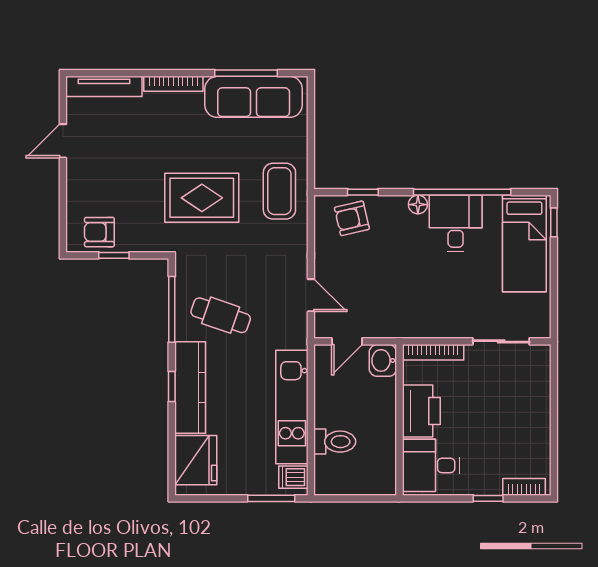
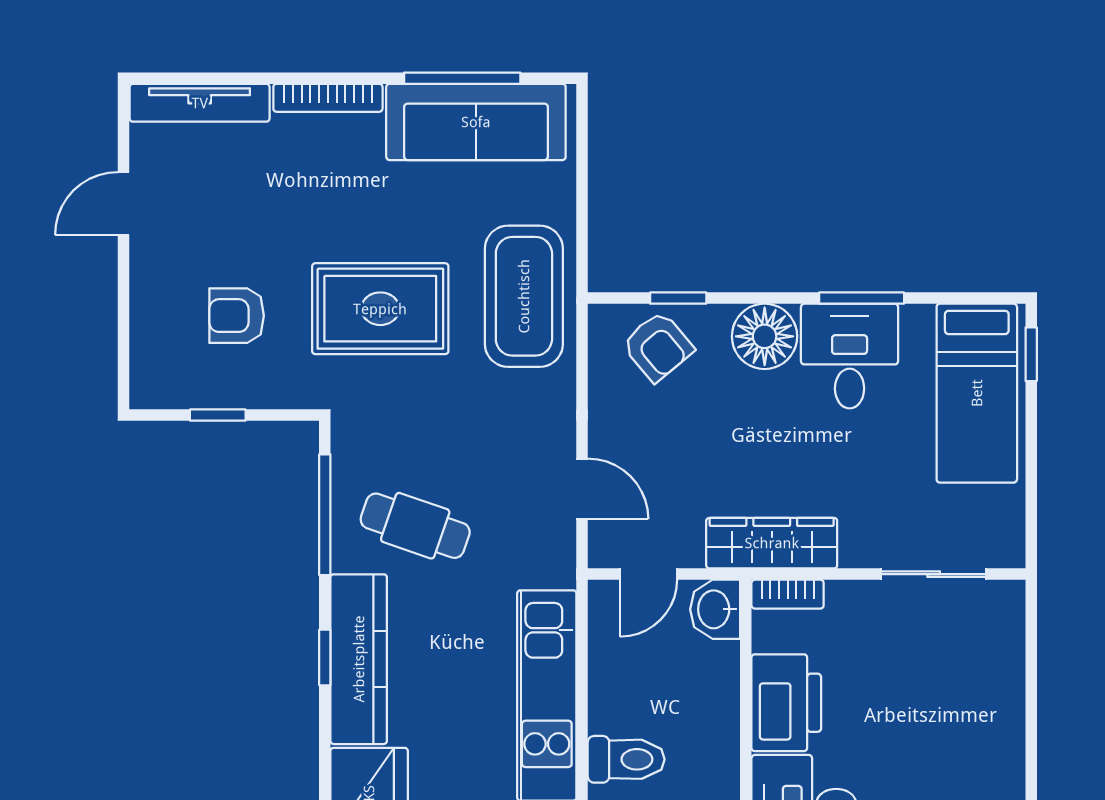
coffee table: (279, 191) -> (524, 296), width x1.36, depth x1.32
window: (462, 192) -> (862, 298), width x0.47
floor lamp: (418, 205) -> (765, 336), width x1.89, depth x1.89
armchair: (352, 218) -> (658, 346), turned -117
armchair: (99, 232) -> (237, 316), moved
wardrobe: (413, 325) -> (772, 543), added
bookcase: (433, 352) -> (788, 594), width x0.64

